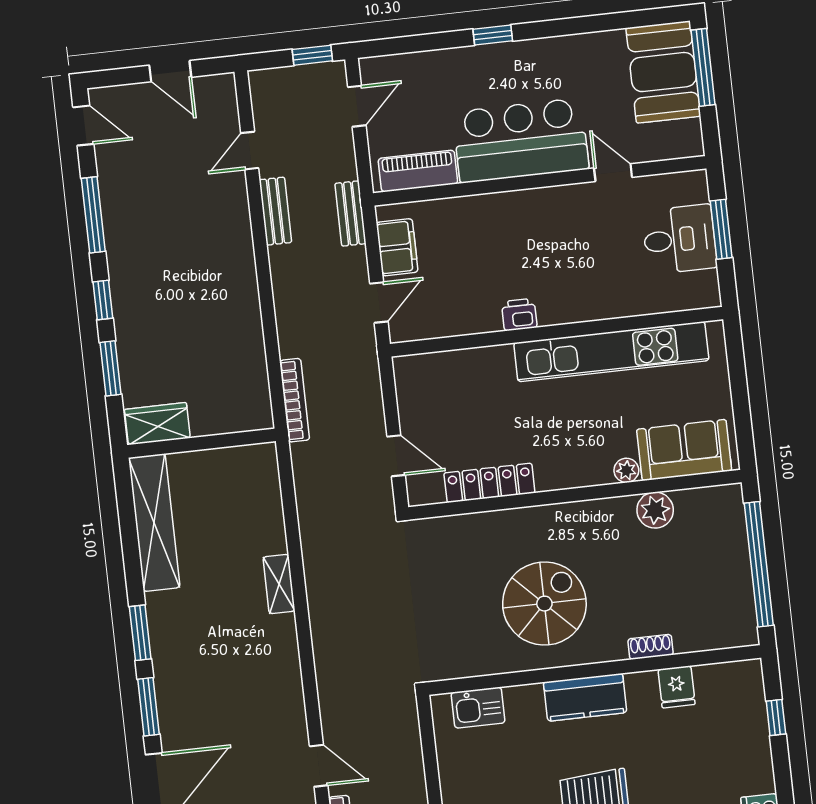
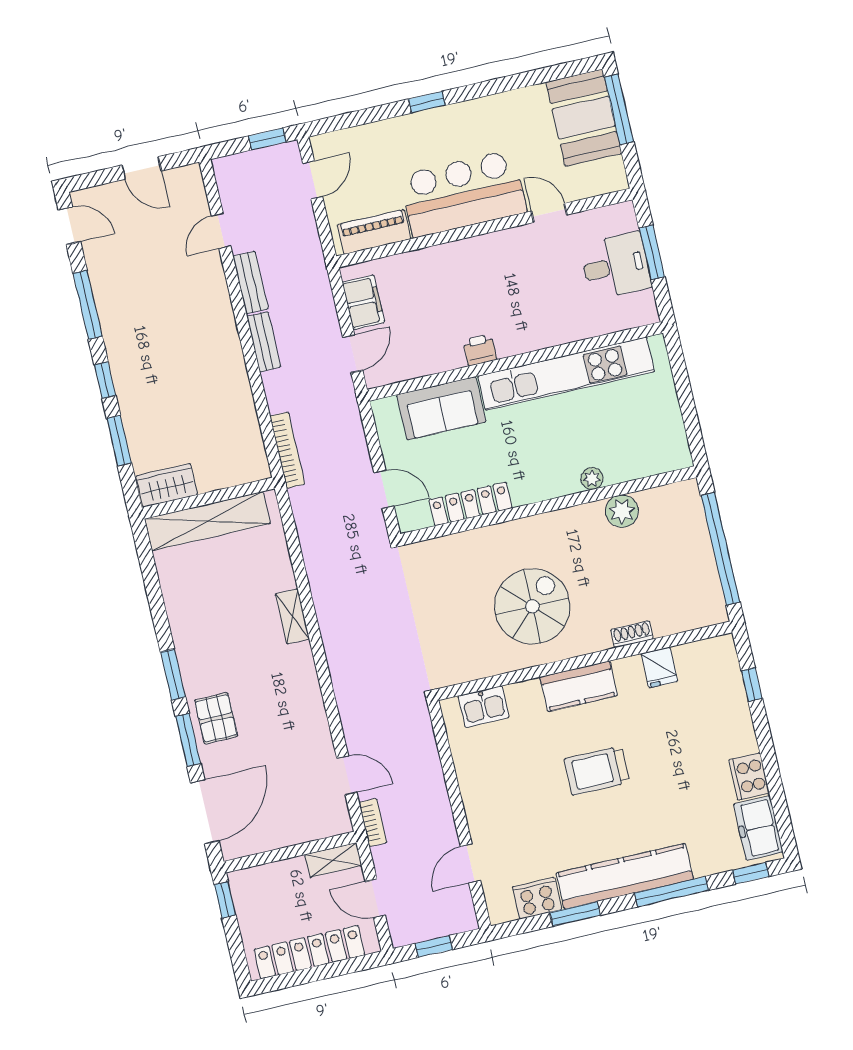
bench: (350, 213) -> (264, 342), moved
sofa: (684, 450) -> (441, 408), moved, turned 180
shelving: (154, 523) -> (207, 521), moved, turned 90
pallet: (182, 686) -> (216, 718), added

